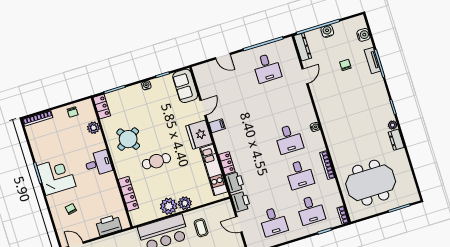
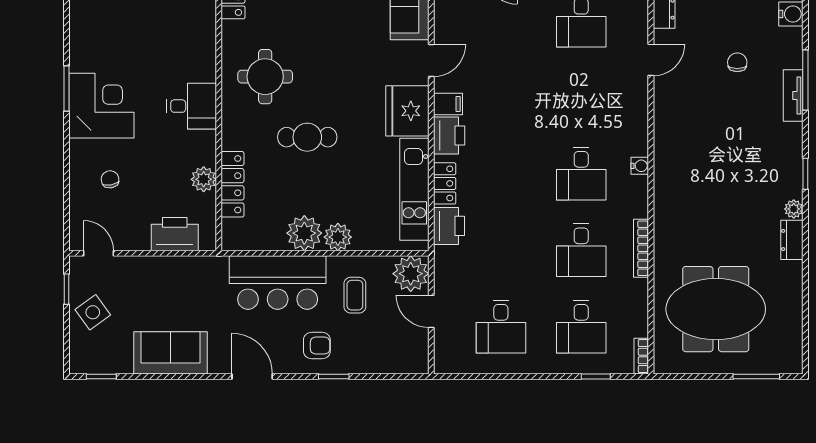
tv unit: (372, 60) -> (793, 95), moved
plant: (93, 128) -> (204, 179), moved
round table: (128, 139) -> (265, 77), turned 32
printer: (241, 202) -> (449, 135), moved
plant: (224, 210) -> (411, 274), added

